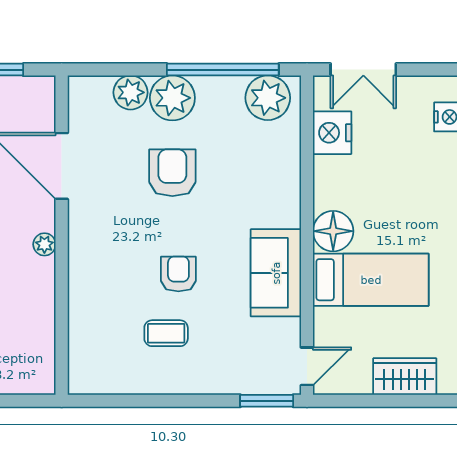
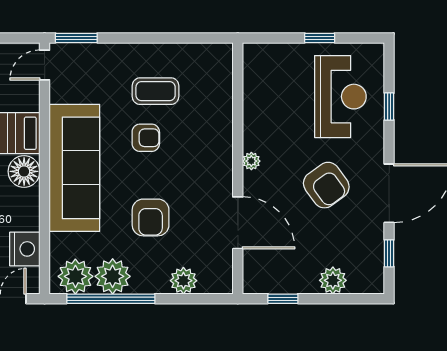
plant: (172, 98) -> (113, 276), moved
sofa: (276, 273) -> (74, 168), width x1.85, depth x1.27
armchair: (178, 274) -> (146, 138), turned -90
coffee table: (166, 333) -> (156, 91), width x1.36, depth x1.30

